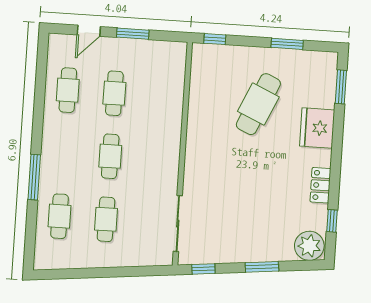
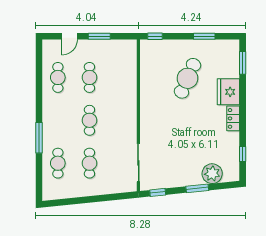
locker: (320, 185) -> (233, 118), moved
plant: (309, 246) -> (212, 174), moved

